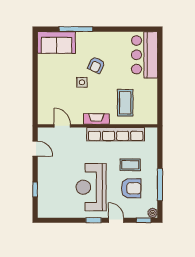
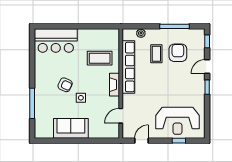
sofa: (56, 42) -> (71, 128), moved, turned -90
reception desk: (91, 187) -> (177, 121), moved
plant: (153, 213) -> (141, 33), moved

